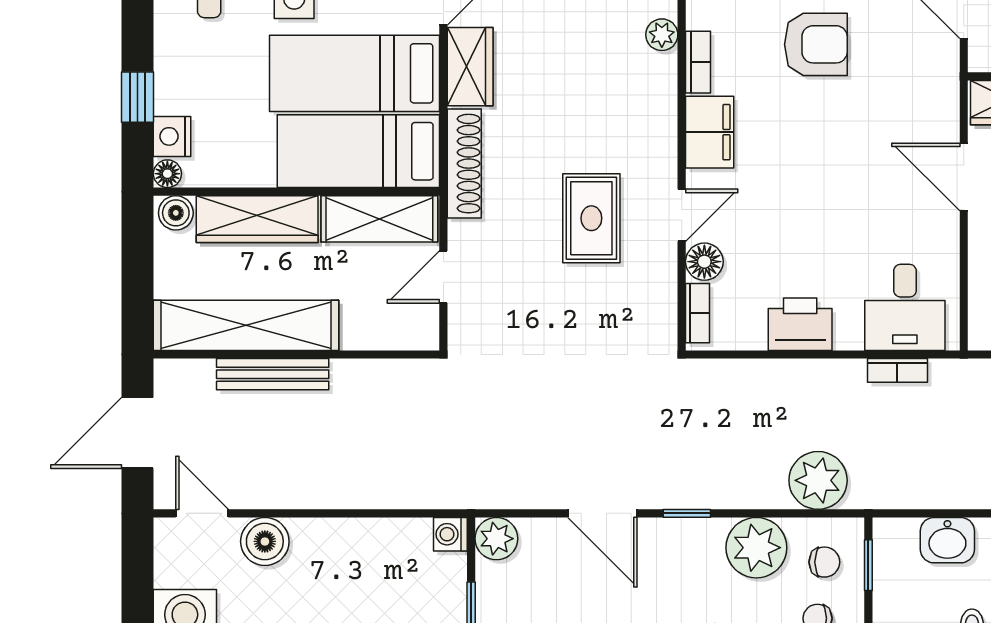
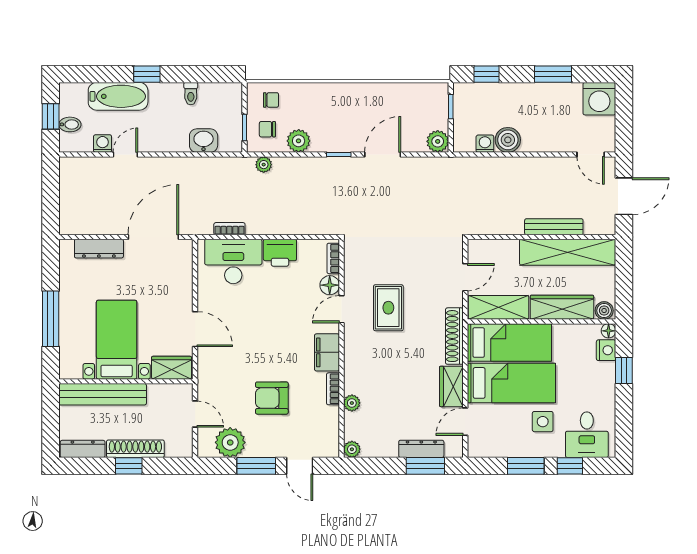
desk: (905, 307) -> (233, 261), width x1.37
plant: (818, 480) -> (264, 165), width x0.53, depth x0.53
door: (602, 513) -> (383, 154), hinge flipped
washing machine: (450, 534) -> (485, 144), moved, turned -90
boiler: (265, 541) -> (508, 140), moved
plant: (756, 548) -> (299, 141), width x0.73, depth x0.73

